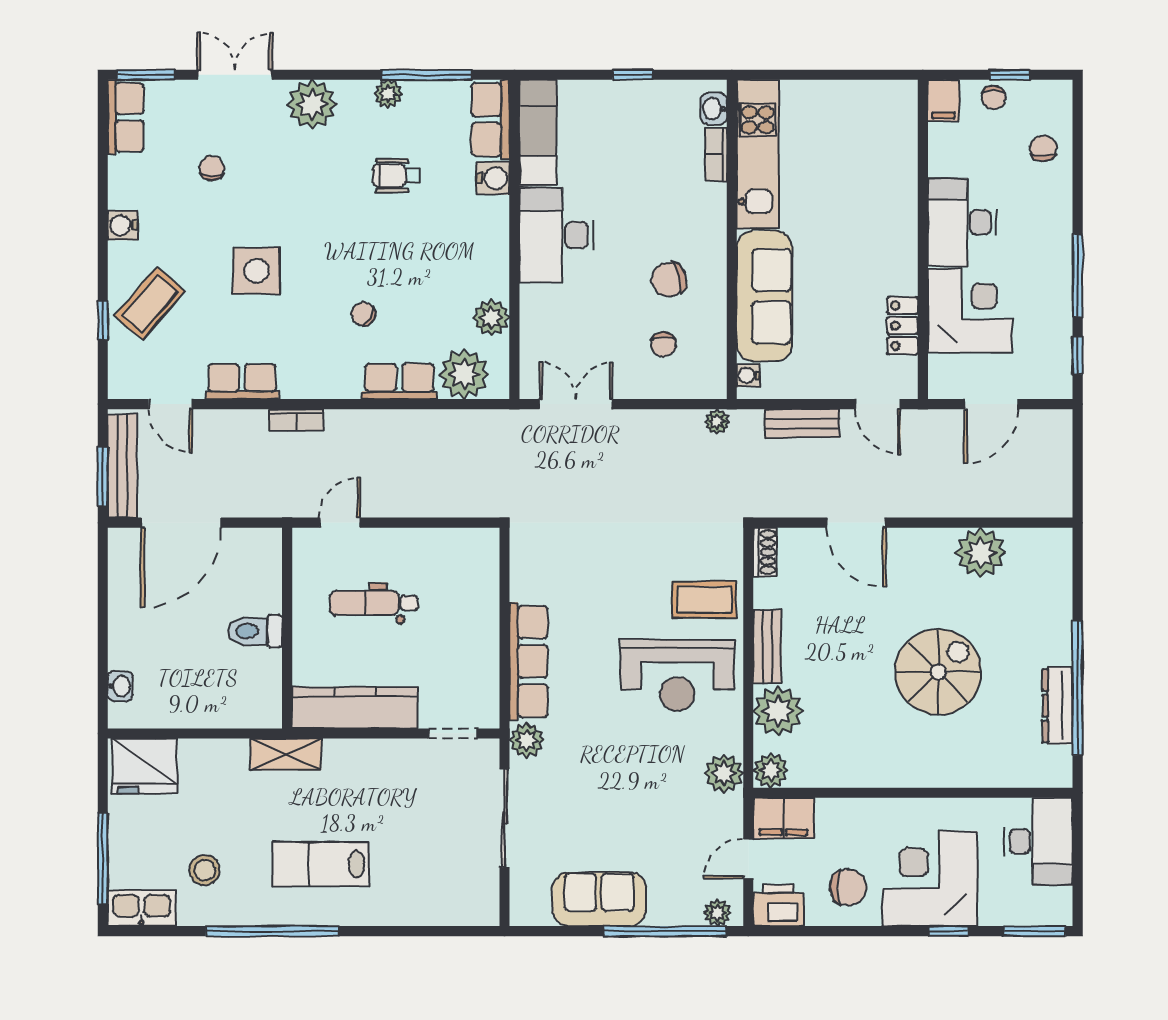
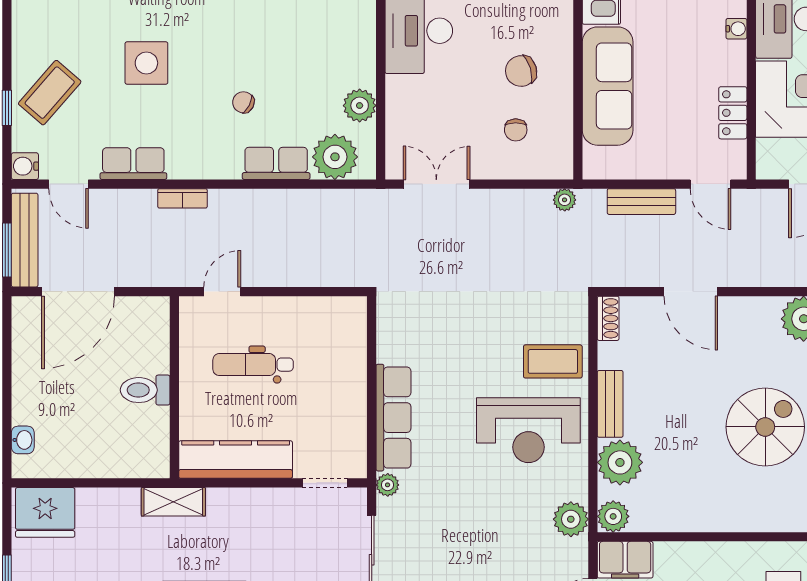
water cooler: (122, 225) -> (25, 166), moved
water cooler: (748, 376) -> (736, 29), moved, turned 180
plant: (527, 740) -> (388, 485), width x0.73, depth x0.73

